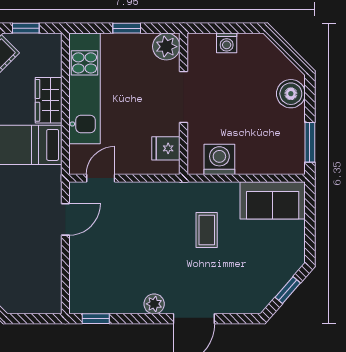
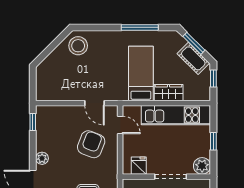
armchair: (132, 225) -> (91, 144), added

